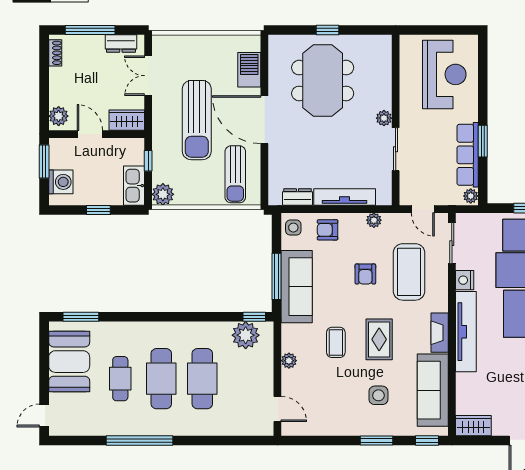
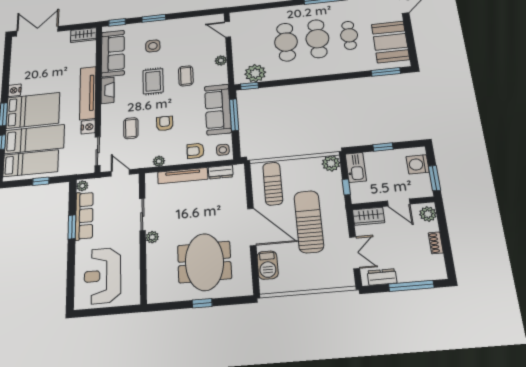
shoe rack: (55, 53) -> (436, 243), moved
armchair: (328, 230) -> (195, 151), turned 180
coffee table: (409, 272) -> (131, 128), width x0.54, depth x0.58

